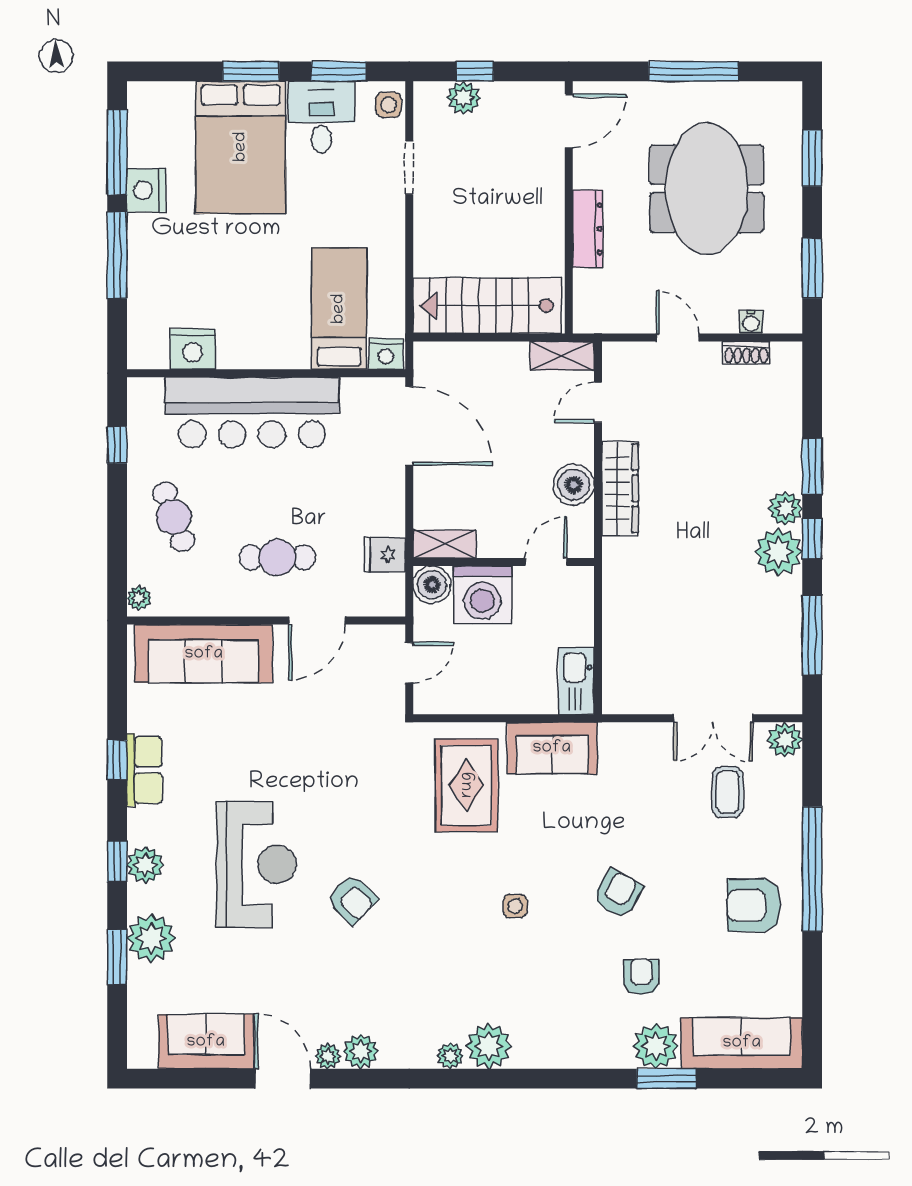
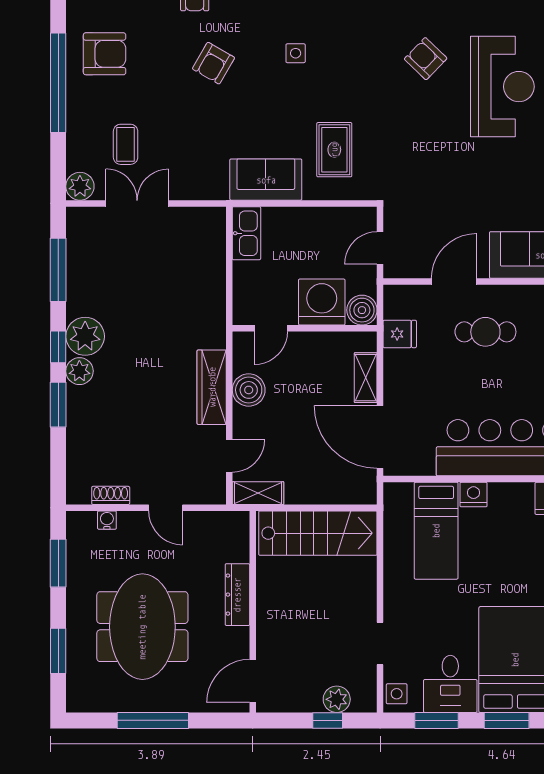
nightstand: (386, 354) -> (474, 495), moved
shelving: (444, 544) -> (366, 378), moved, turned 90
rug: (467, 785) -> (334, 150), width x0.73, depth x0.70
reception desk: (256, 864) -> (502, 87), turned 180

